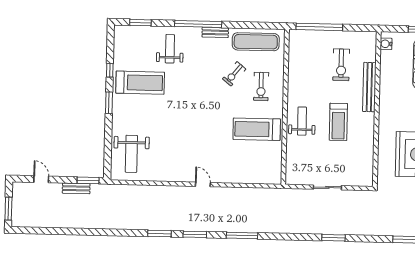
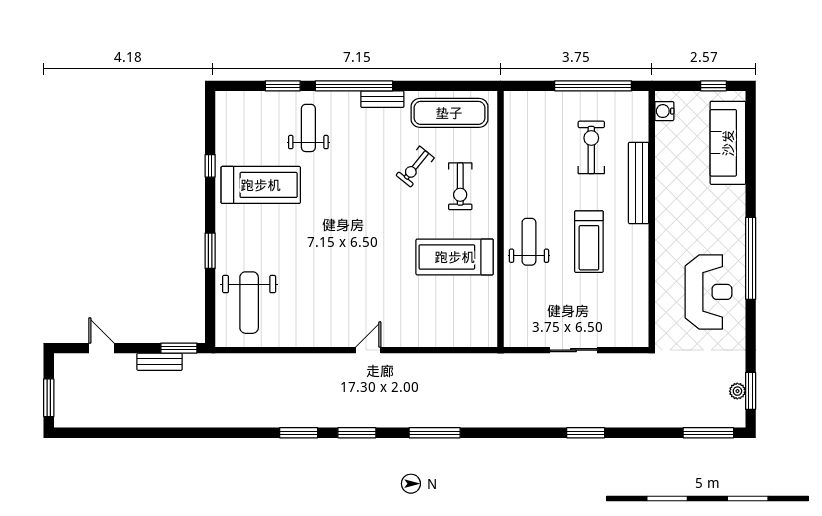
window: (140, 23) -> (283, 86), moved
window: (319, 27) -> (593, 86), moved
exercise bike: (341, 65) -> (591, 147), turned 180
window: (109, 103) -> (210, 251), moved
door: (203, 184) -> (368, 350), hinge flipped

